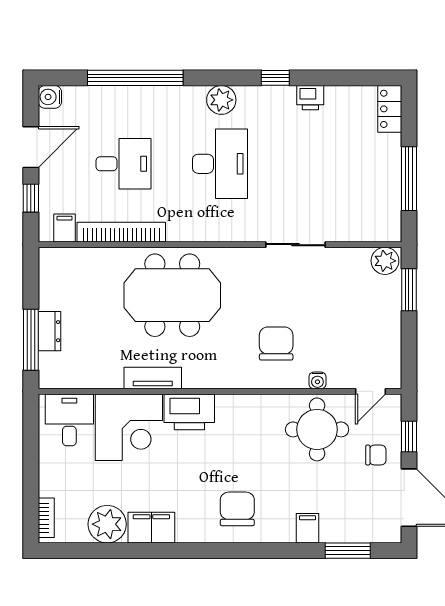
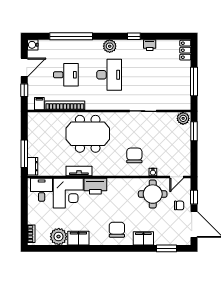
dresser: (49, 331) -> (33, 166), moved
filing cabinet: (307, 528) -> (143, 238), width x2.00

